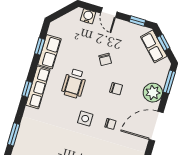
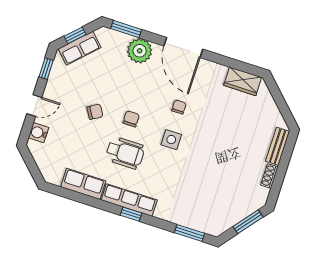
window: (40, 46) -> (76, 196), removed
chair: (116, 89) -> (131, 119), moved

